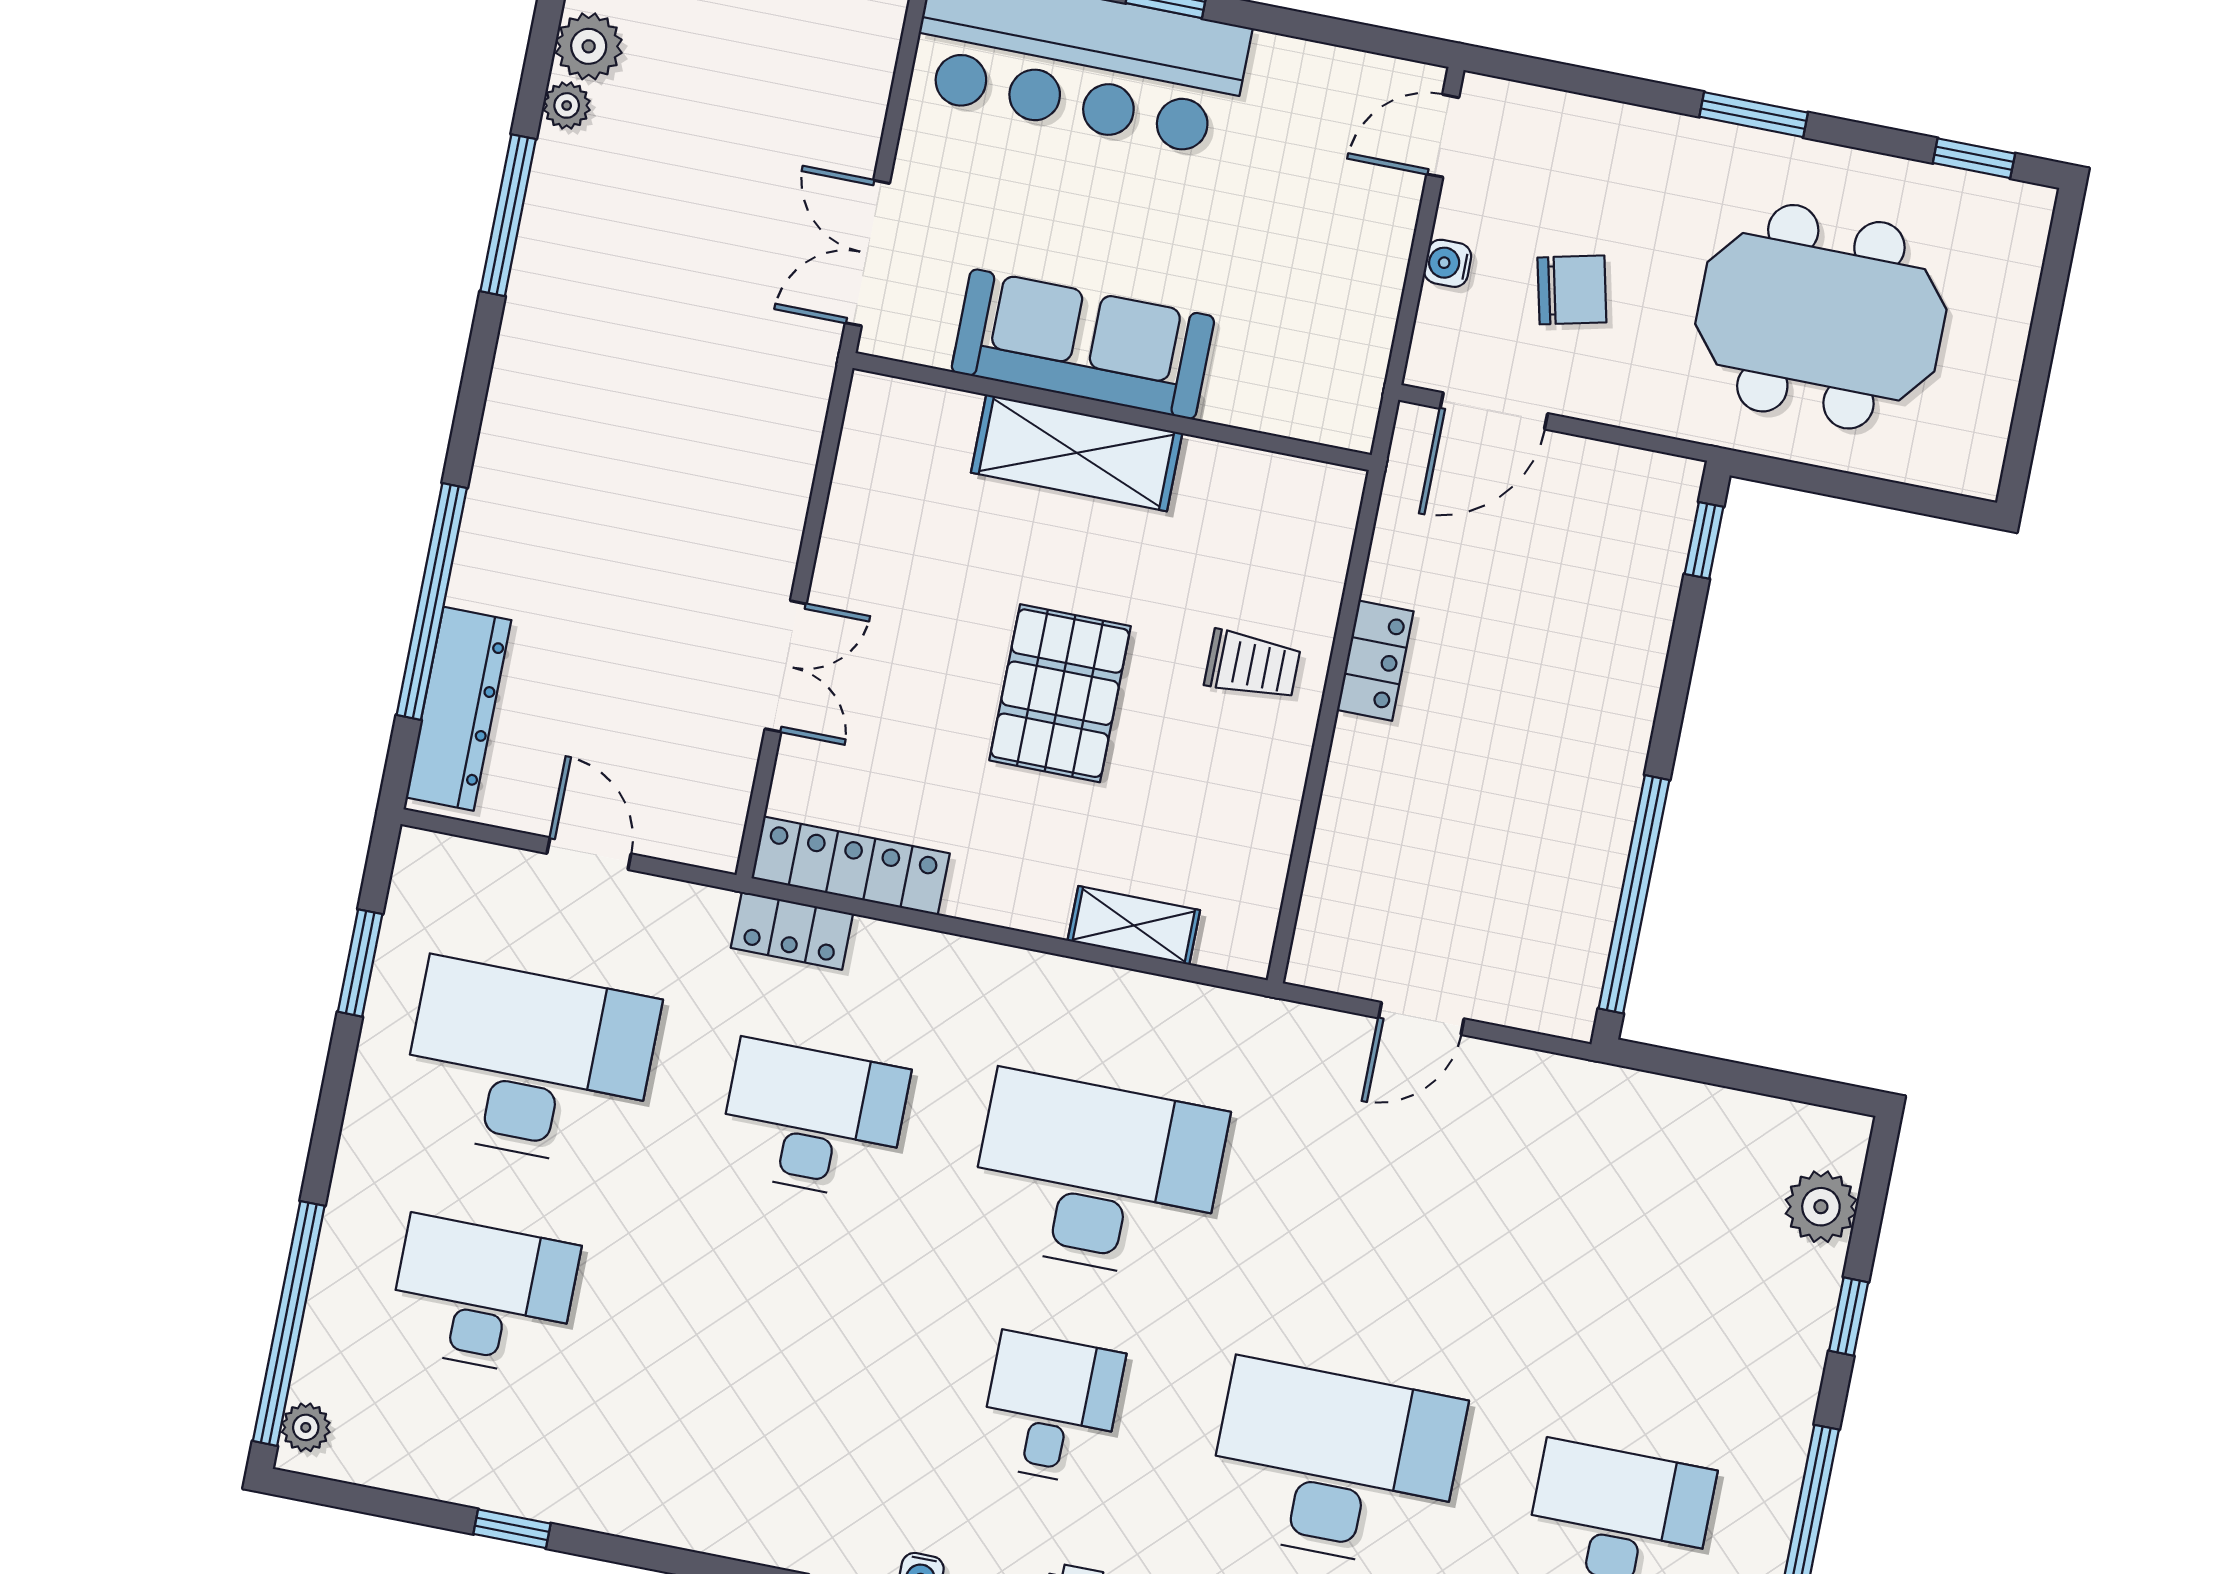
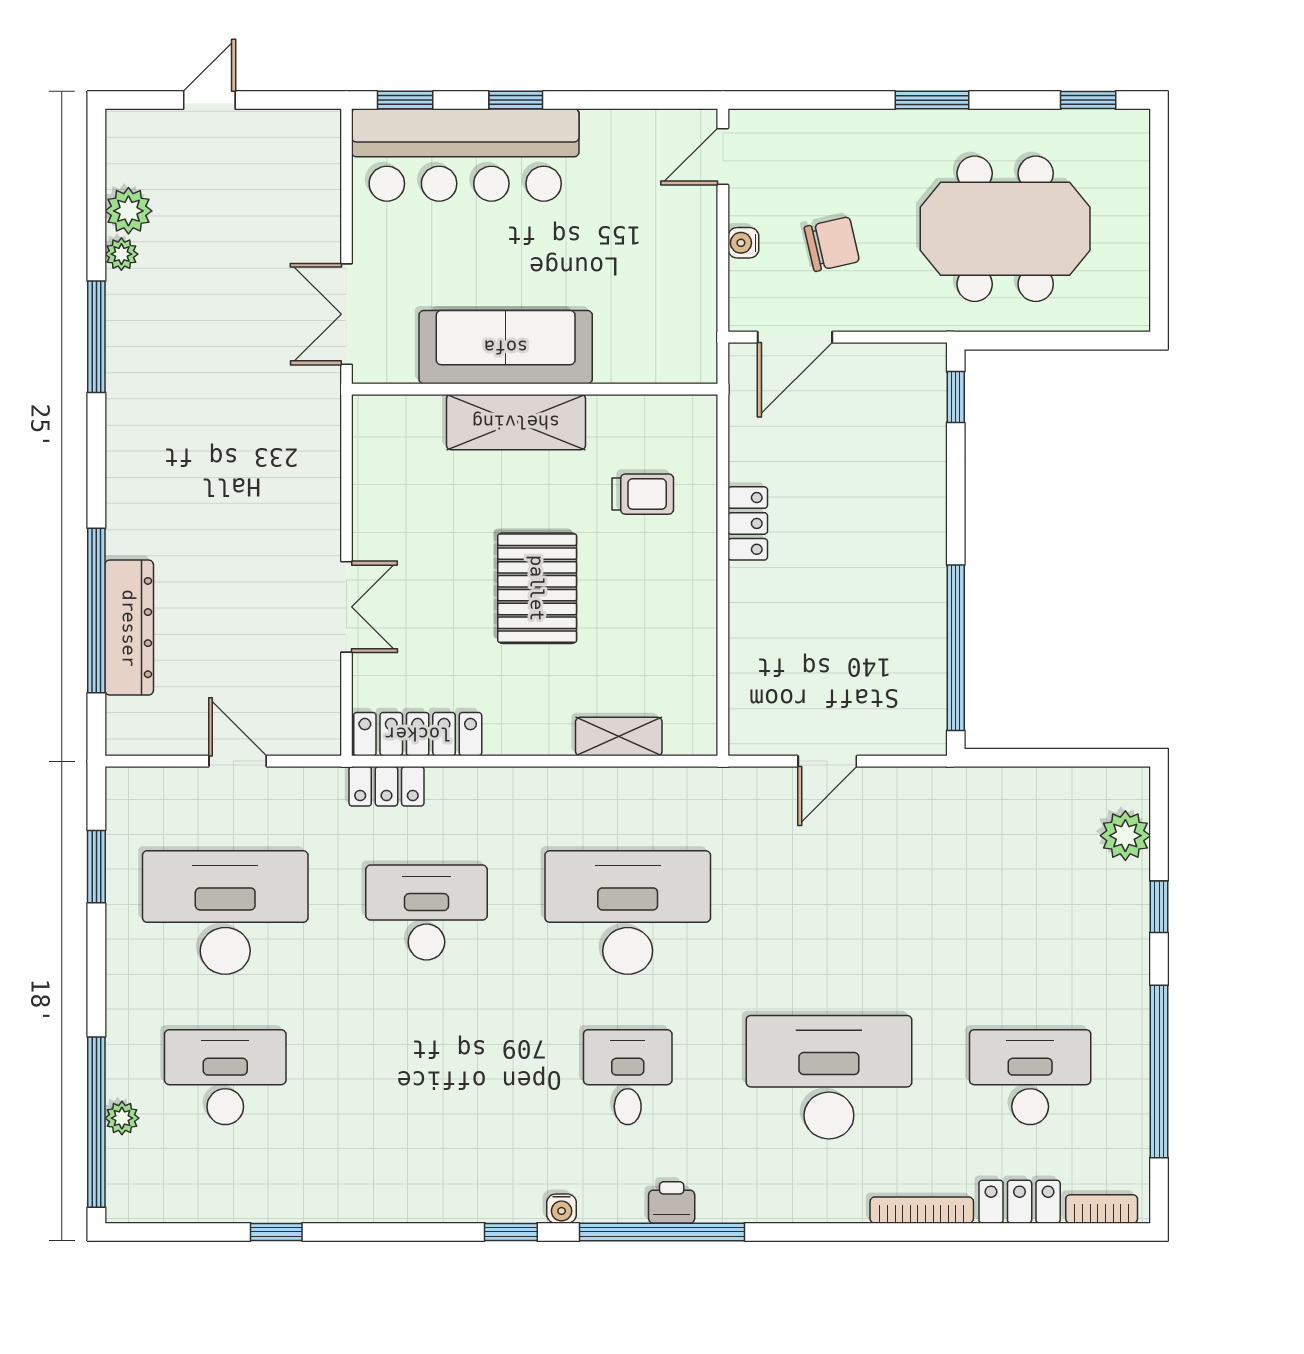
trolley: (1252, 665) -> (643, 494), moved
dresser: (459, 709) -> (129, 628), moved
plant: (306, 1427) -> (122, 1118), moved

